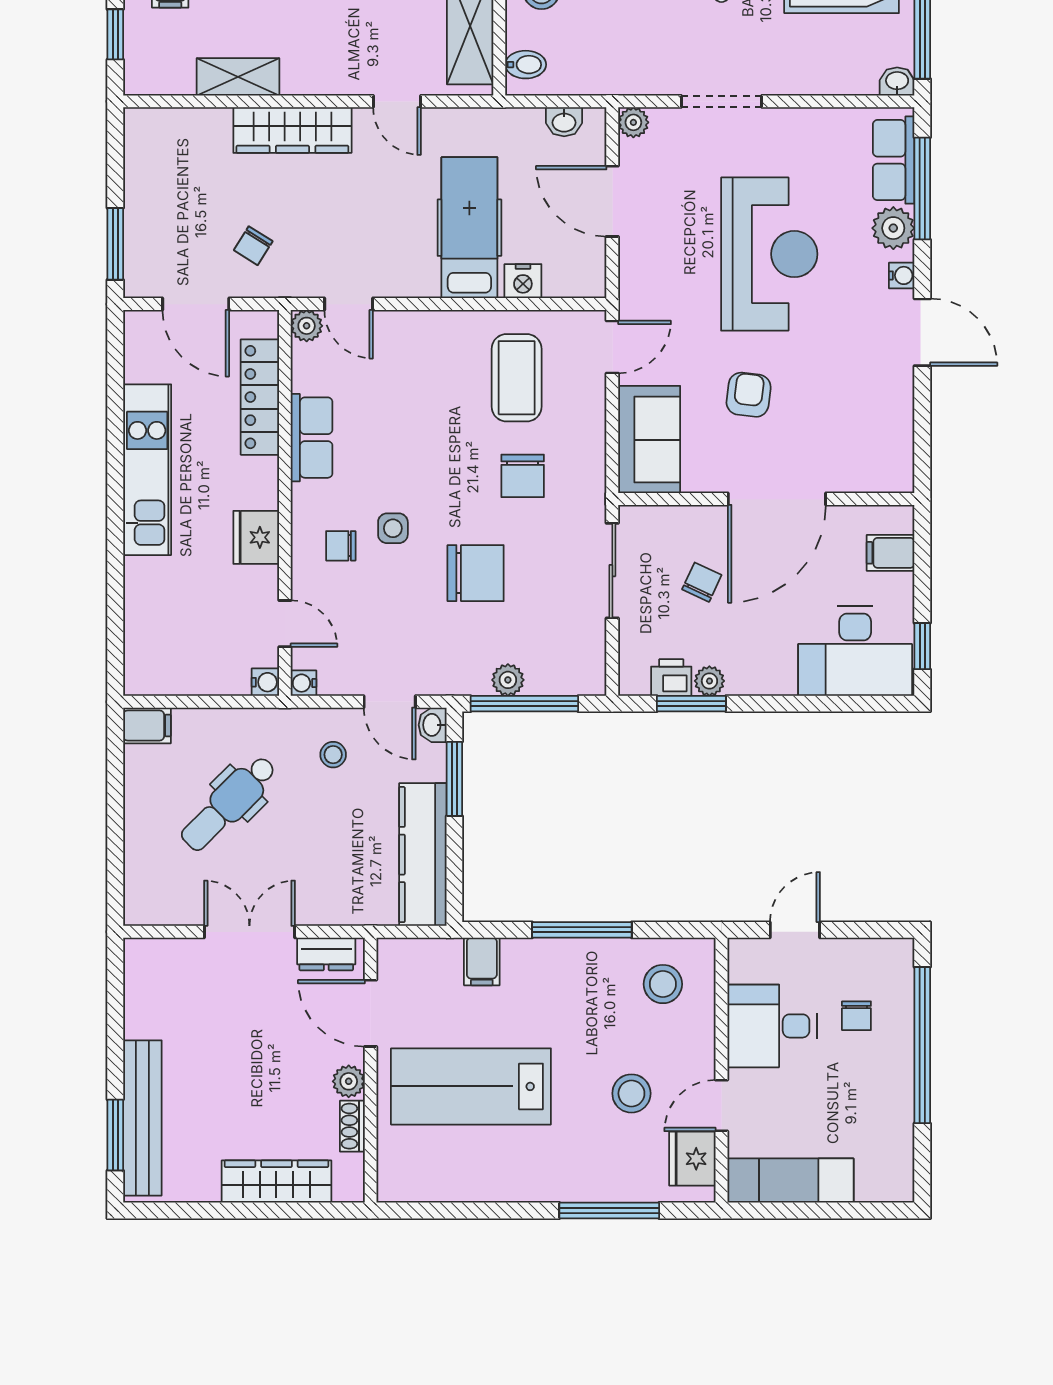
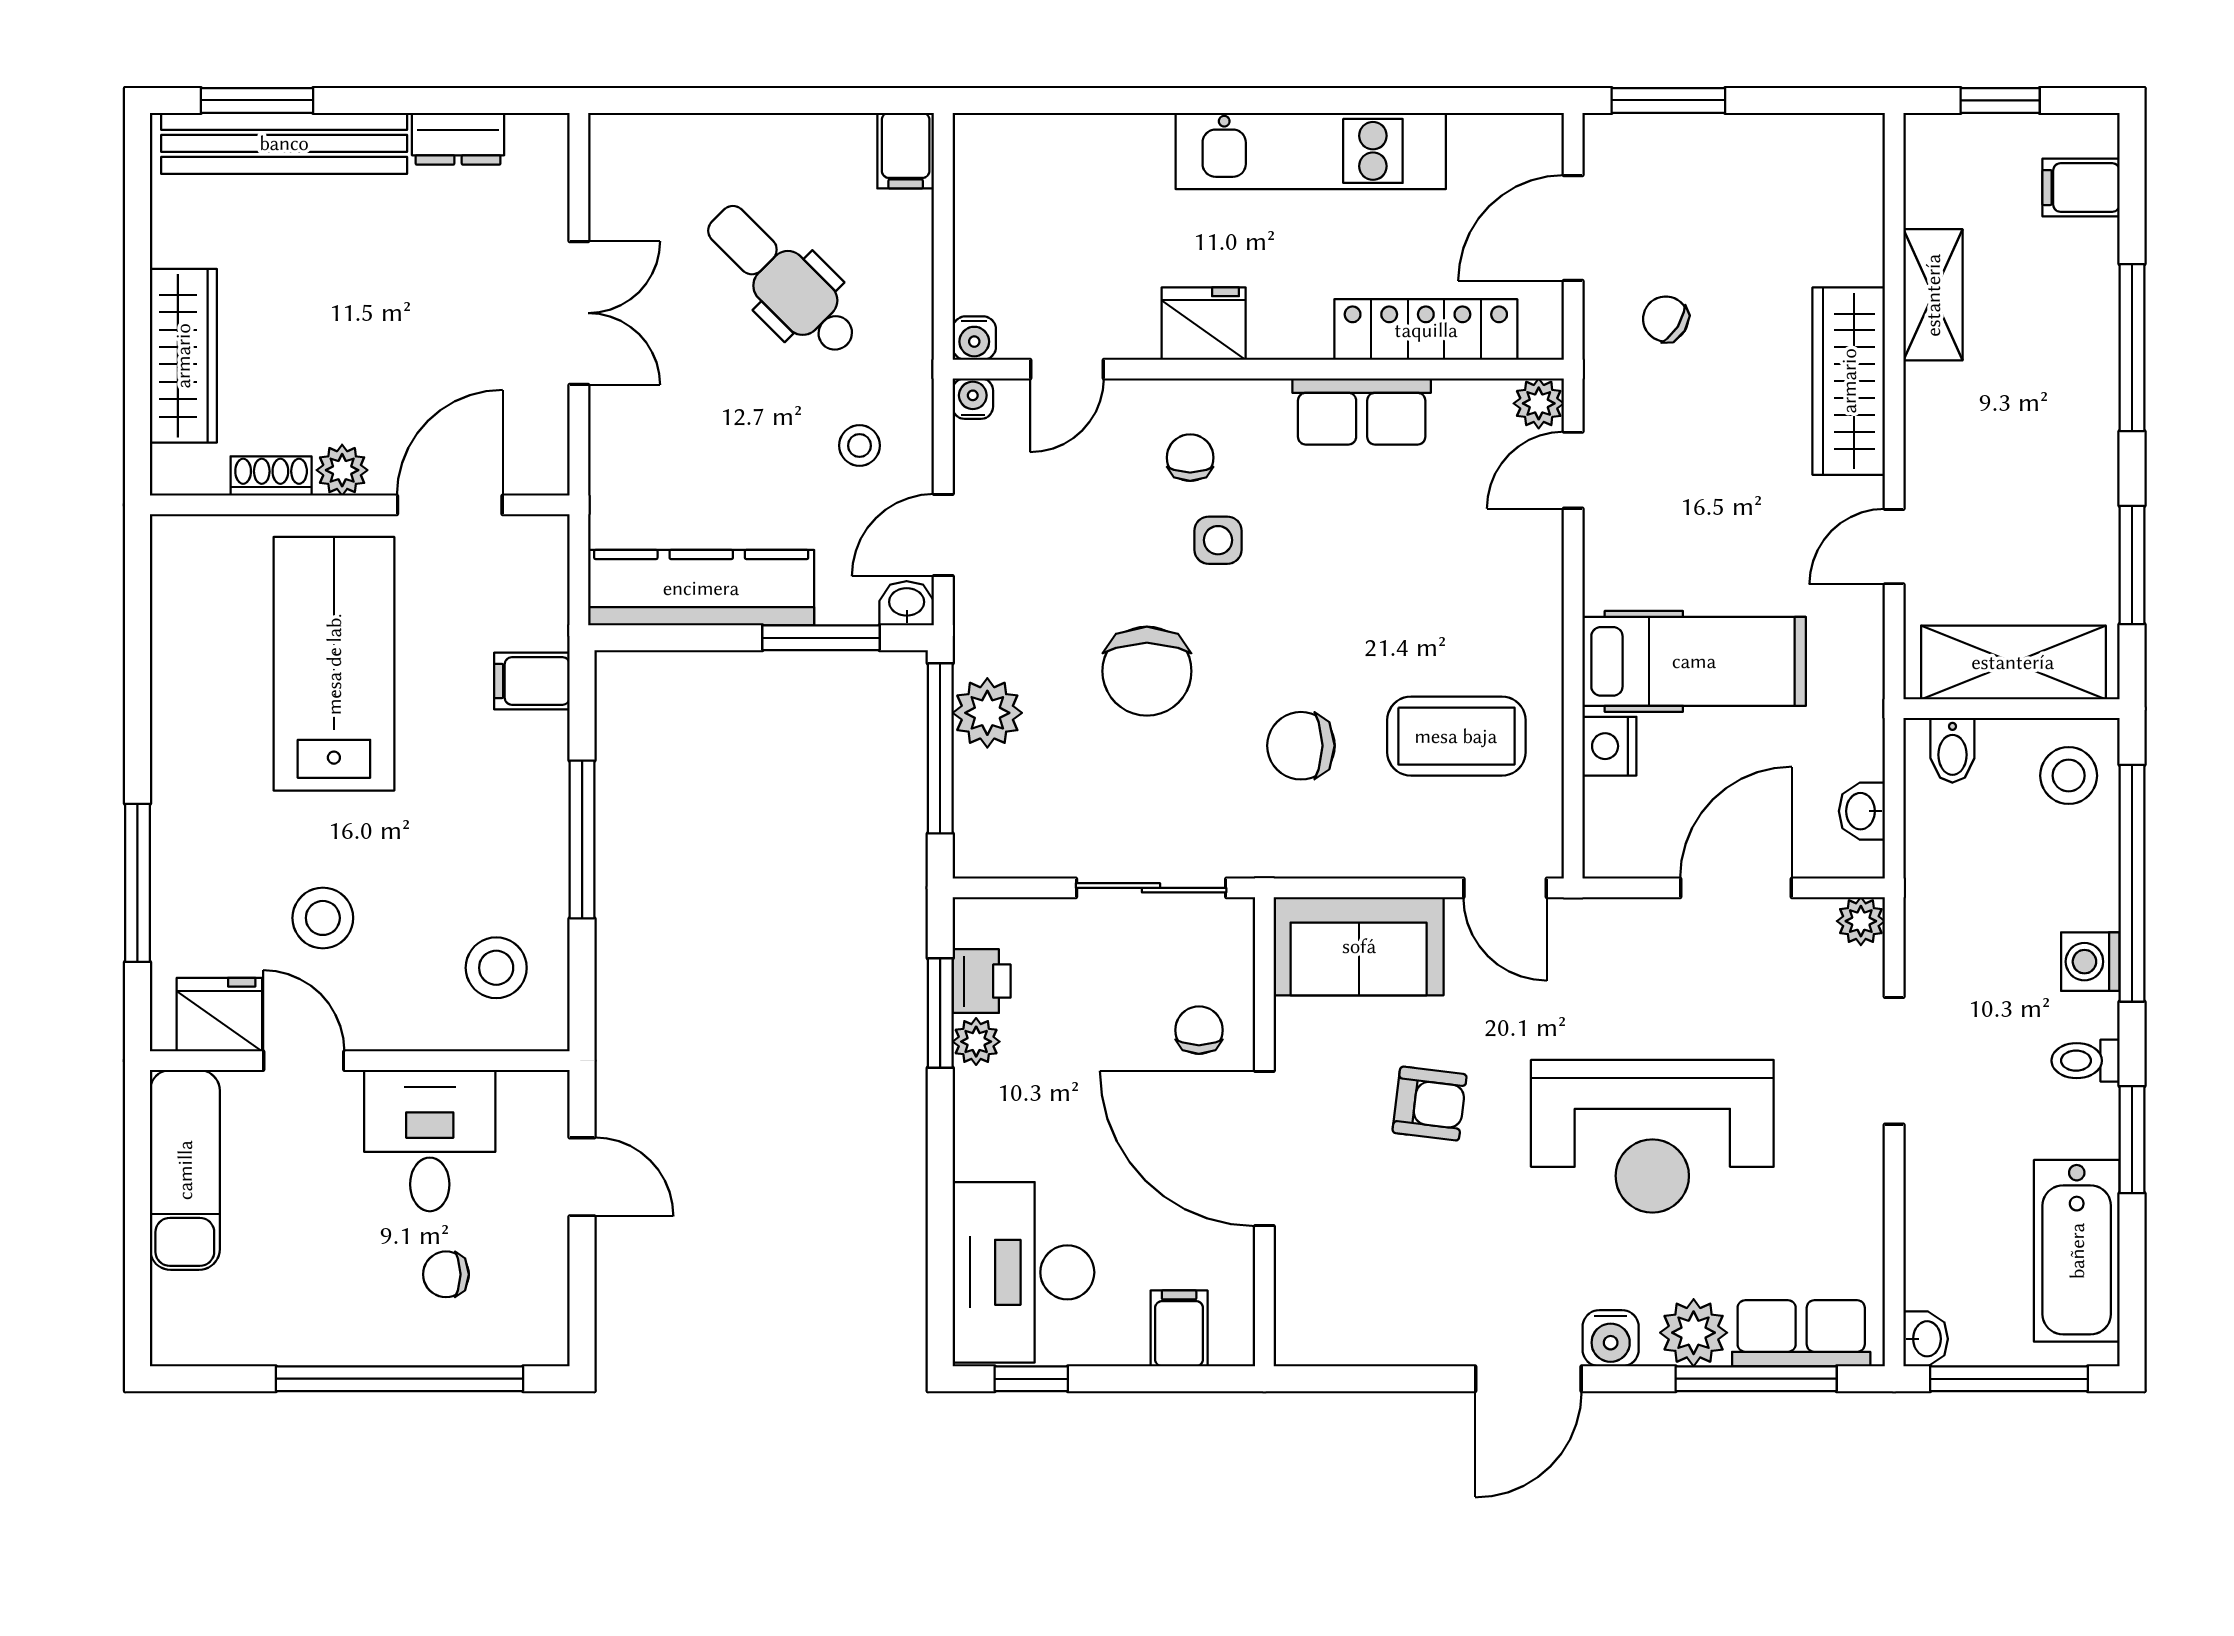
water cooler: (902, 275) -> (1611, 1338), width x1.38, depth x1.38
chair: (702, 582) -> (1199, 1030), moved, turned -115
plant: (508, 680) -> (987, 713), width x1.38, depth x1.38
dresser: (326, 954) -> (458, 139), moved, turned -90

